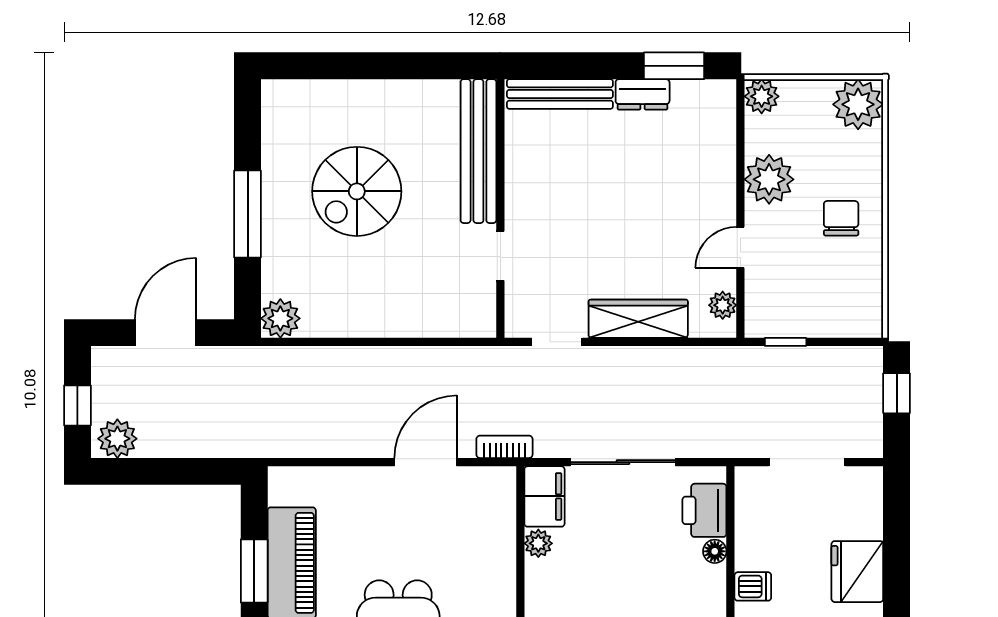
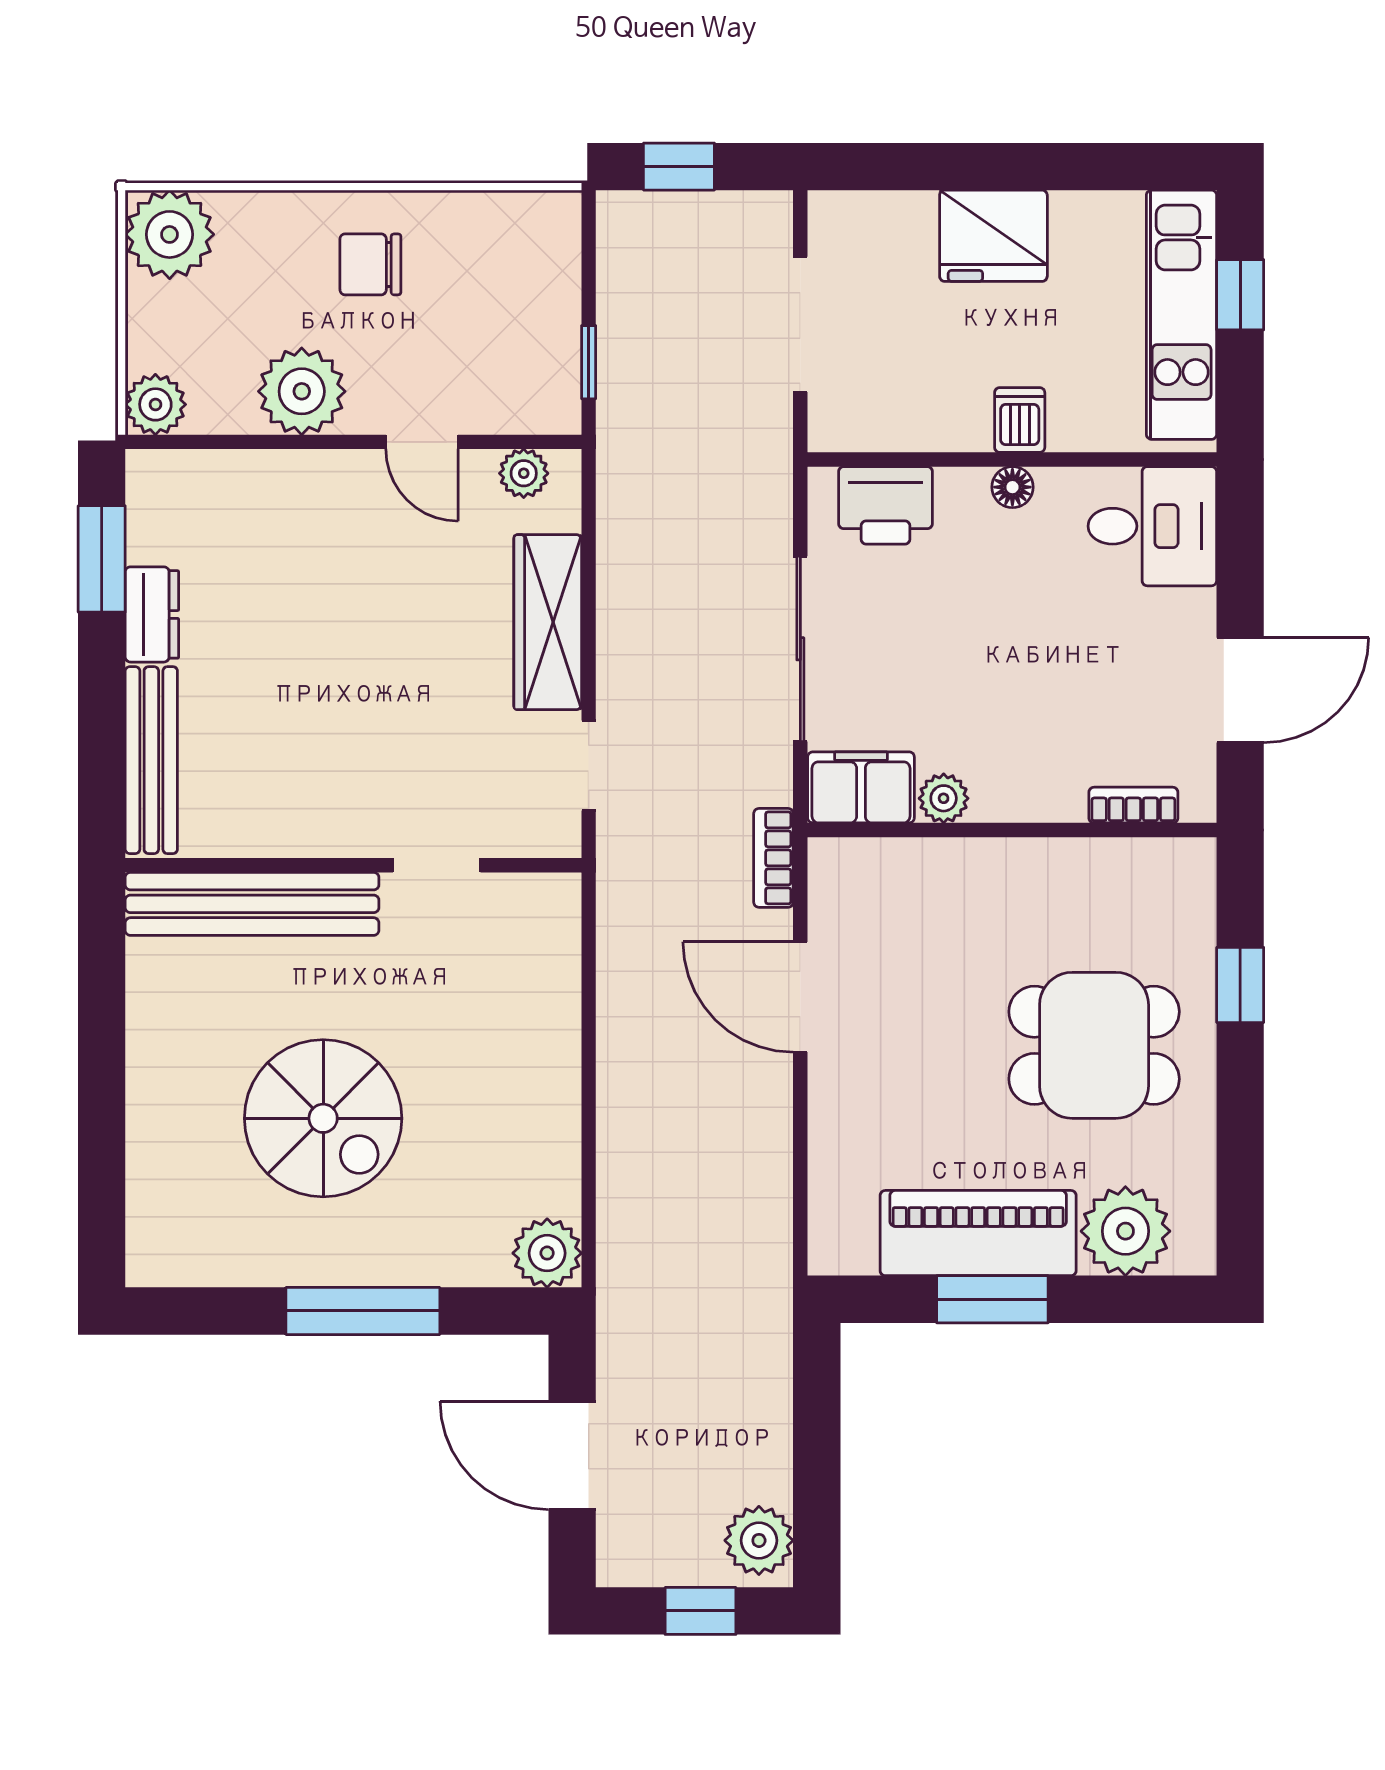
floor lamp: (715, 551) -> (1012, 487), moved

